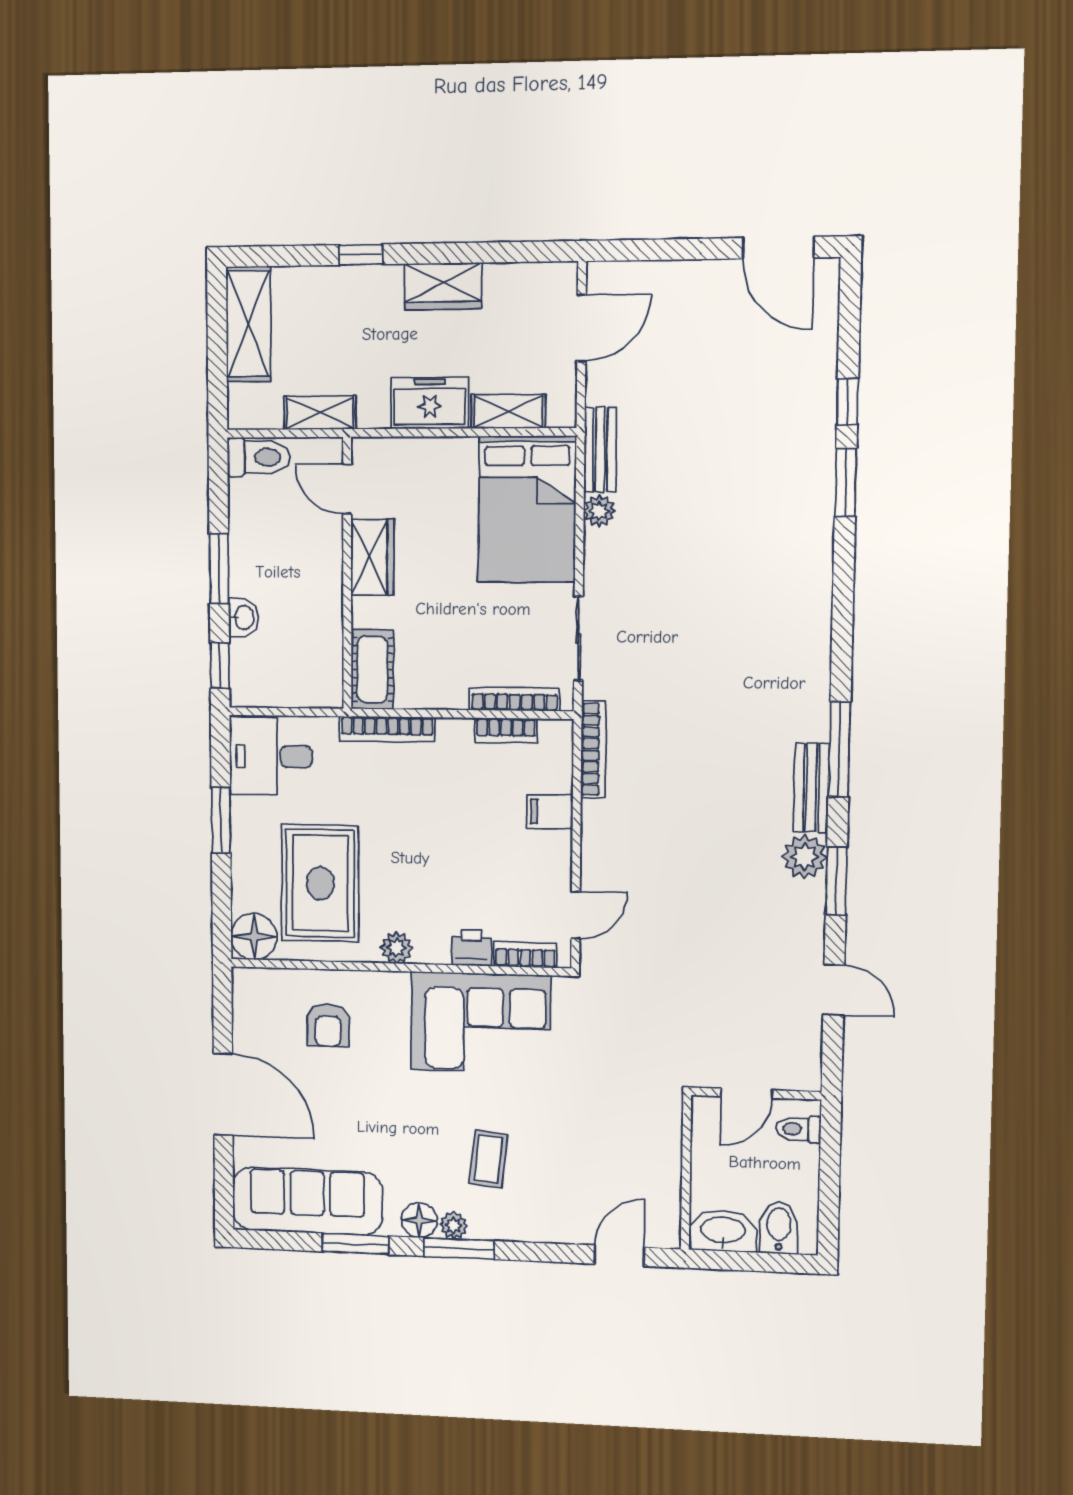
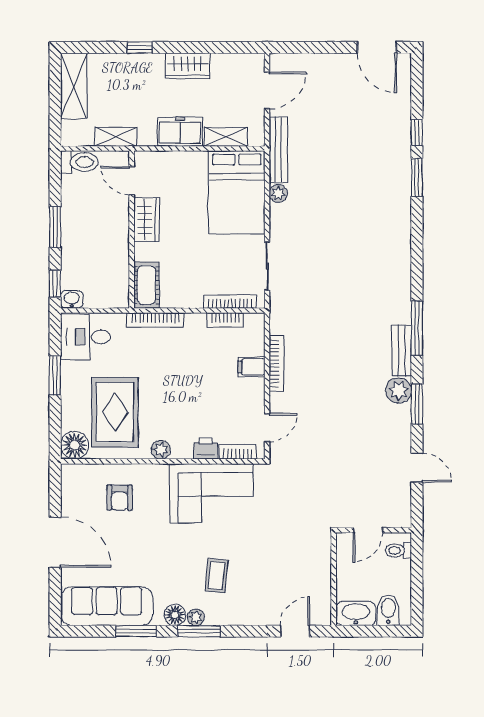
bench: (600, 450) -> (278, 150), width x1.36
washbasin: (244, 618) -> (72, 299), moved, turned -90
bookcase: (594, 749) -> (276, 364), moved

